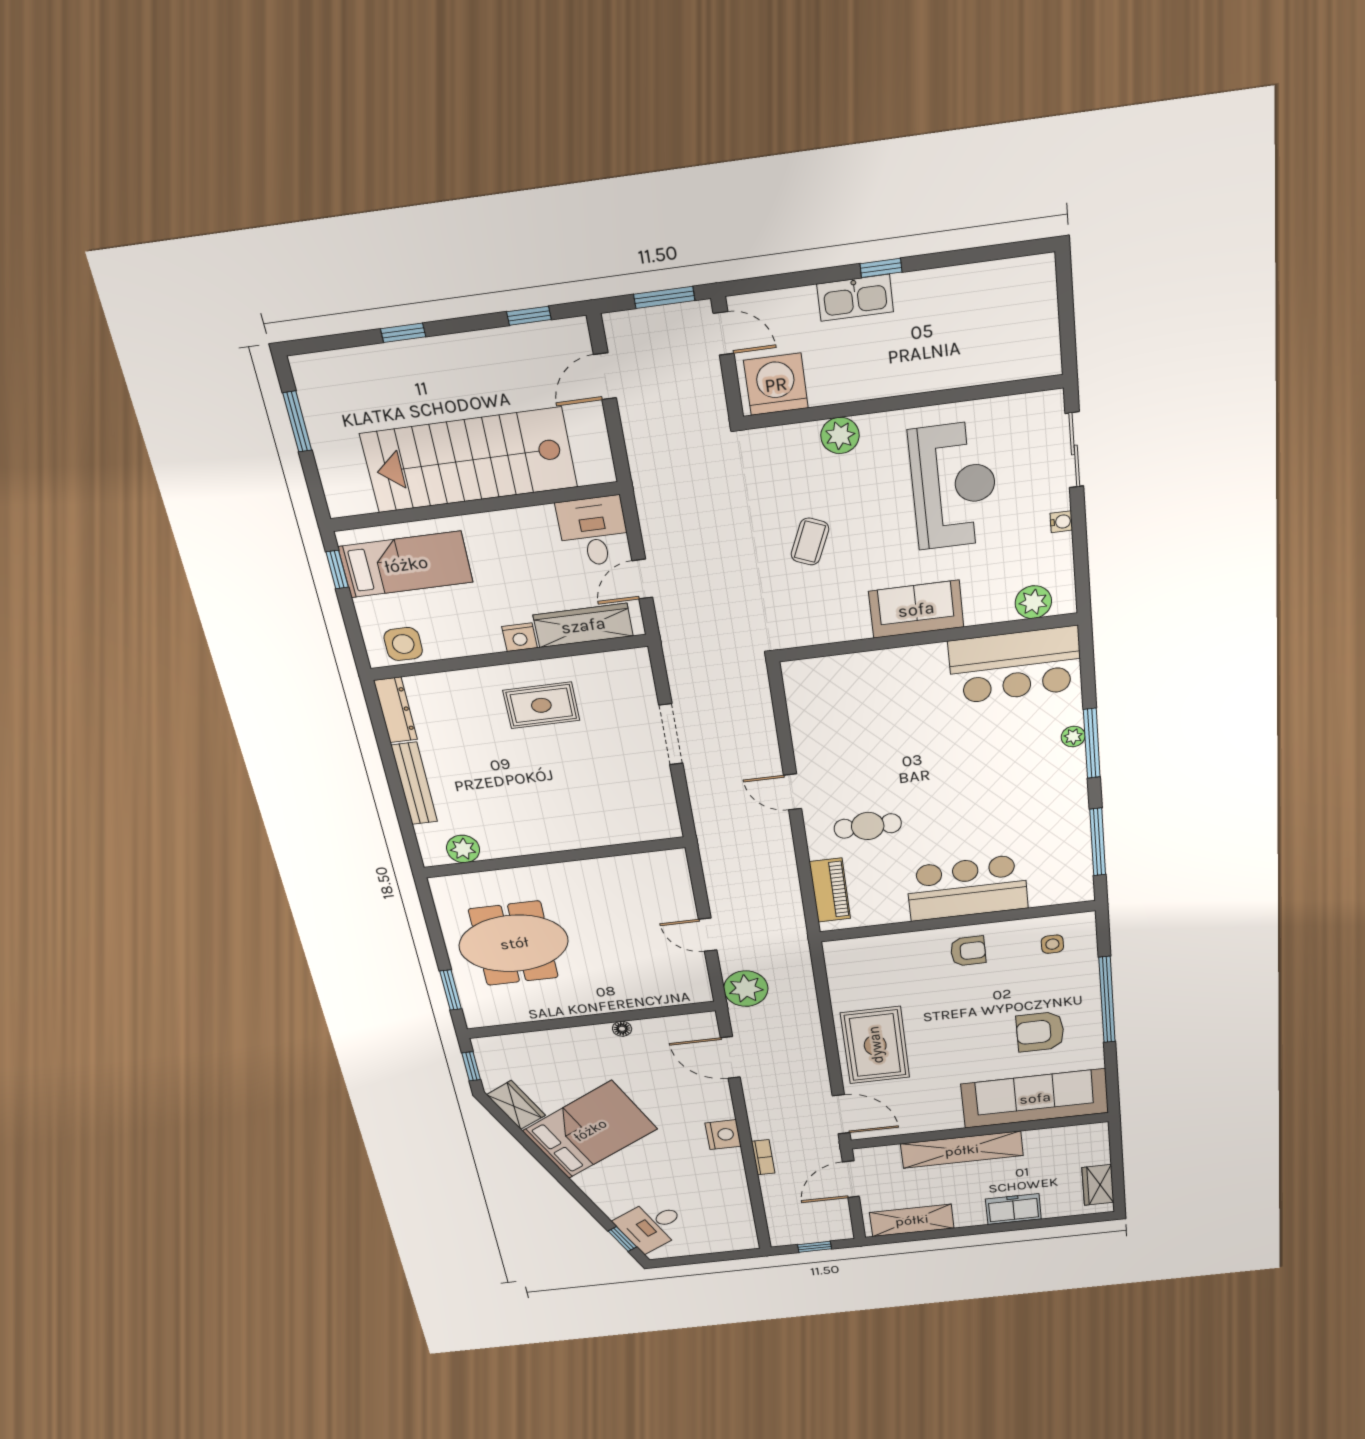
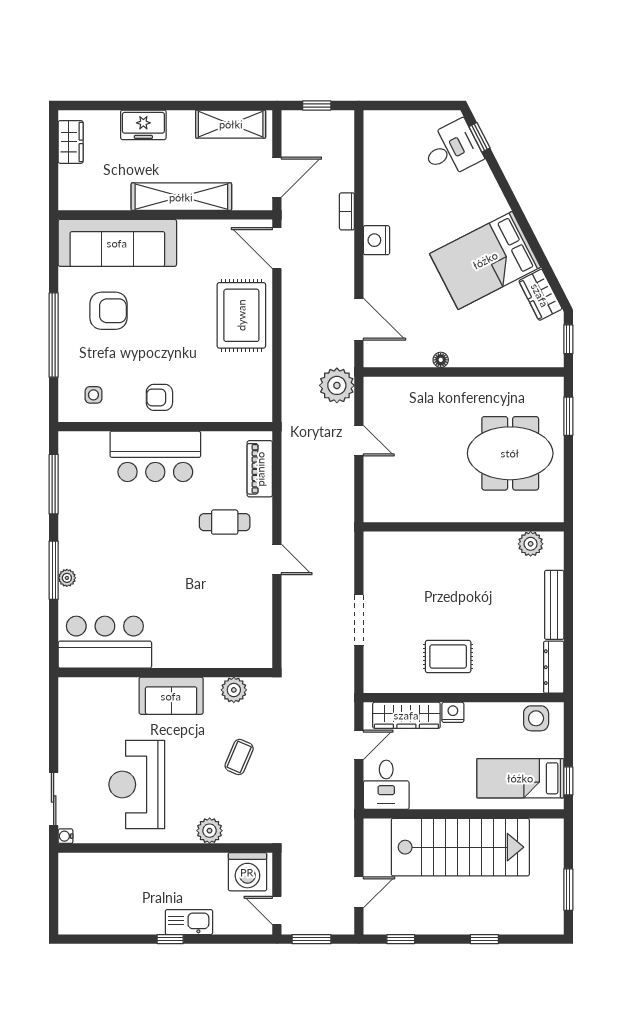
water cooler: (1061, 522) -> (66, 836), moved
plant: (1033, 602) -> (234, 690), moved

